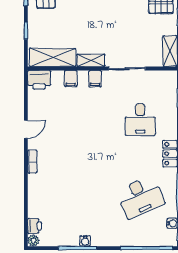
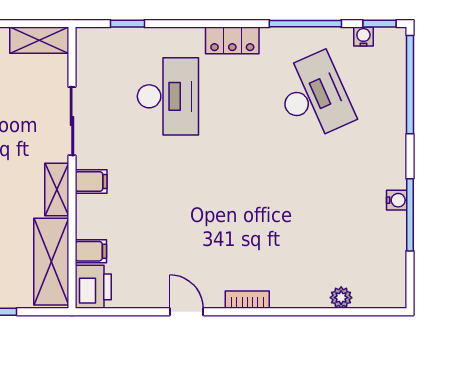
filing cabinet: (71, 79) -> (91, 251), moved
desk: (140, 120) -> (168, 96), width x1.37
printer: (34, 226) -> (368, 295), removed
plant: (33, 241) -> (341, 298), moved

